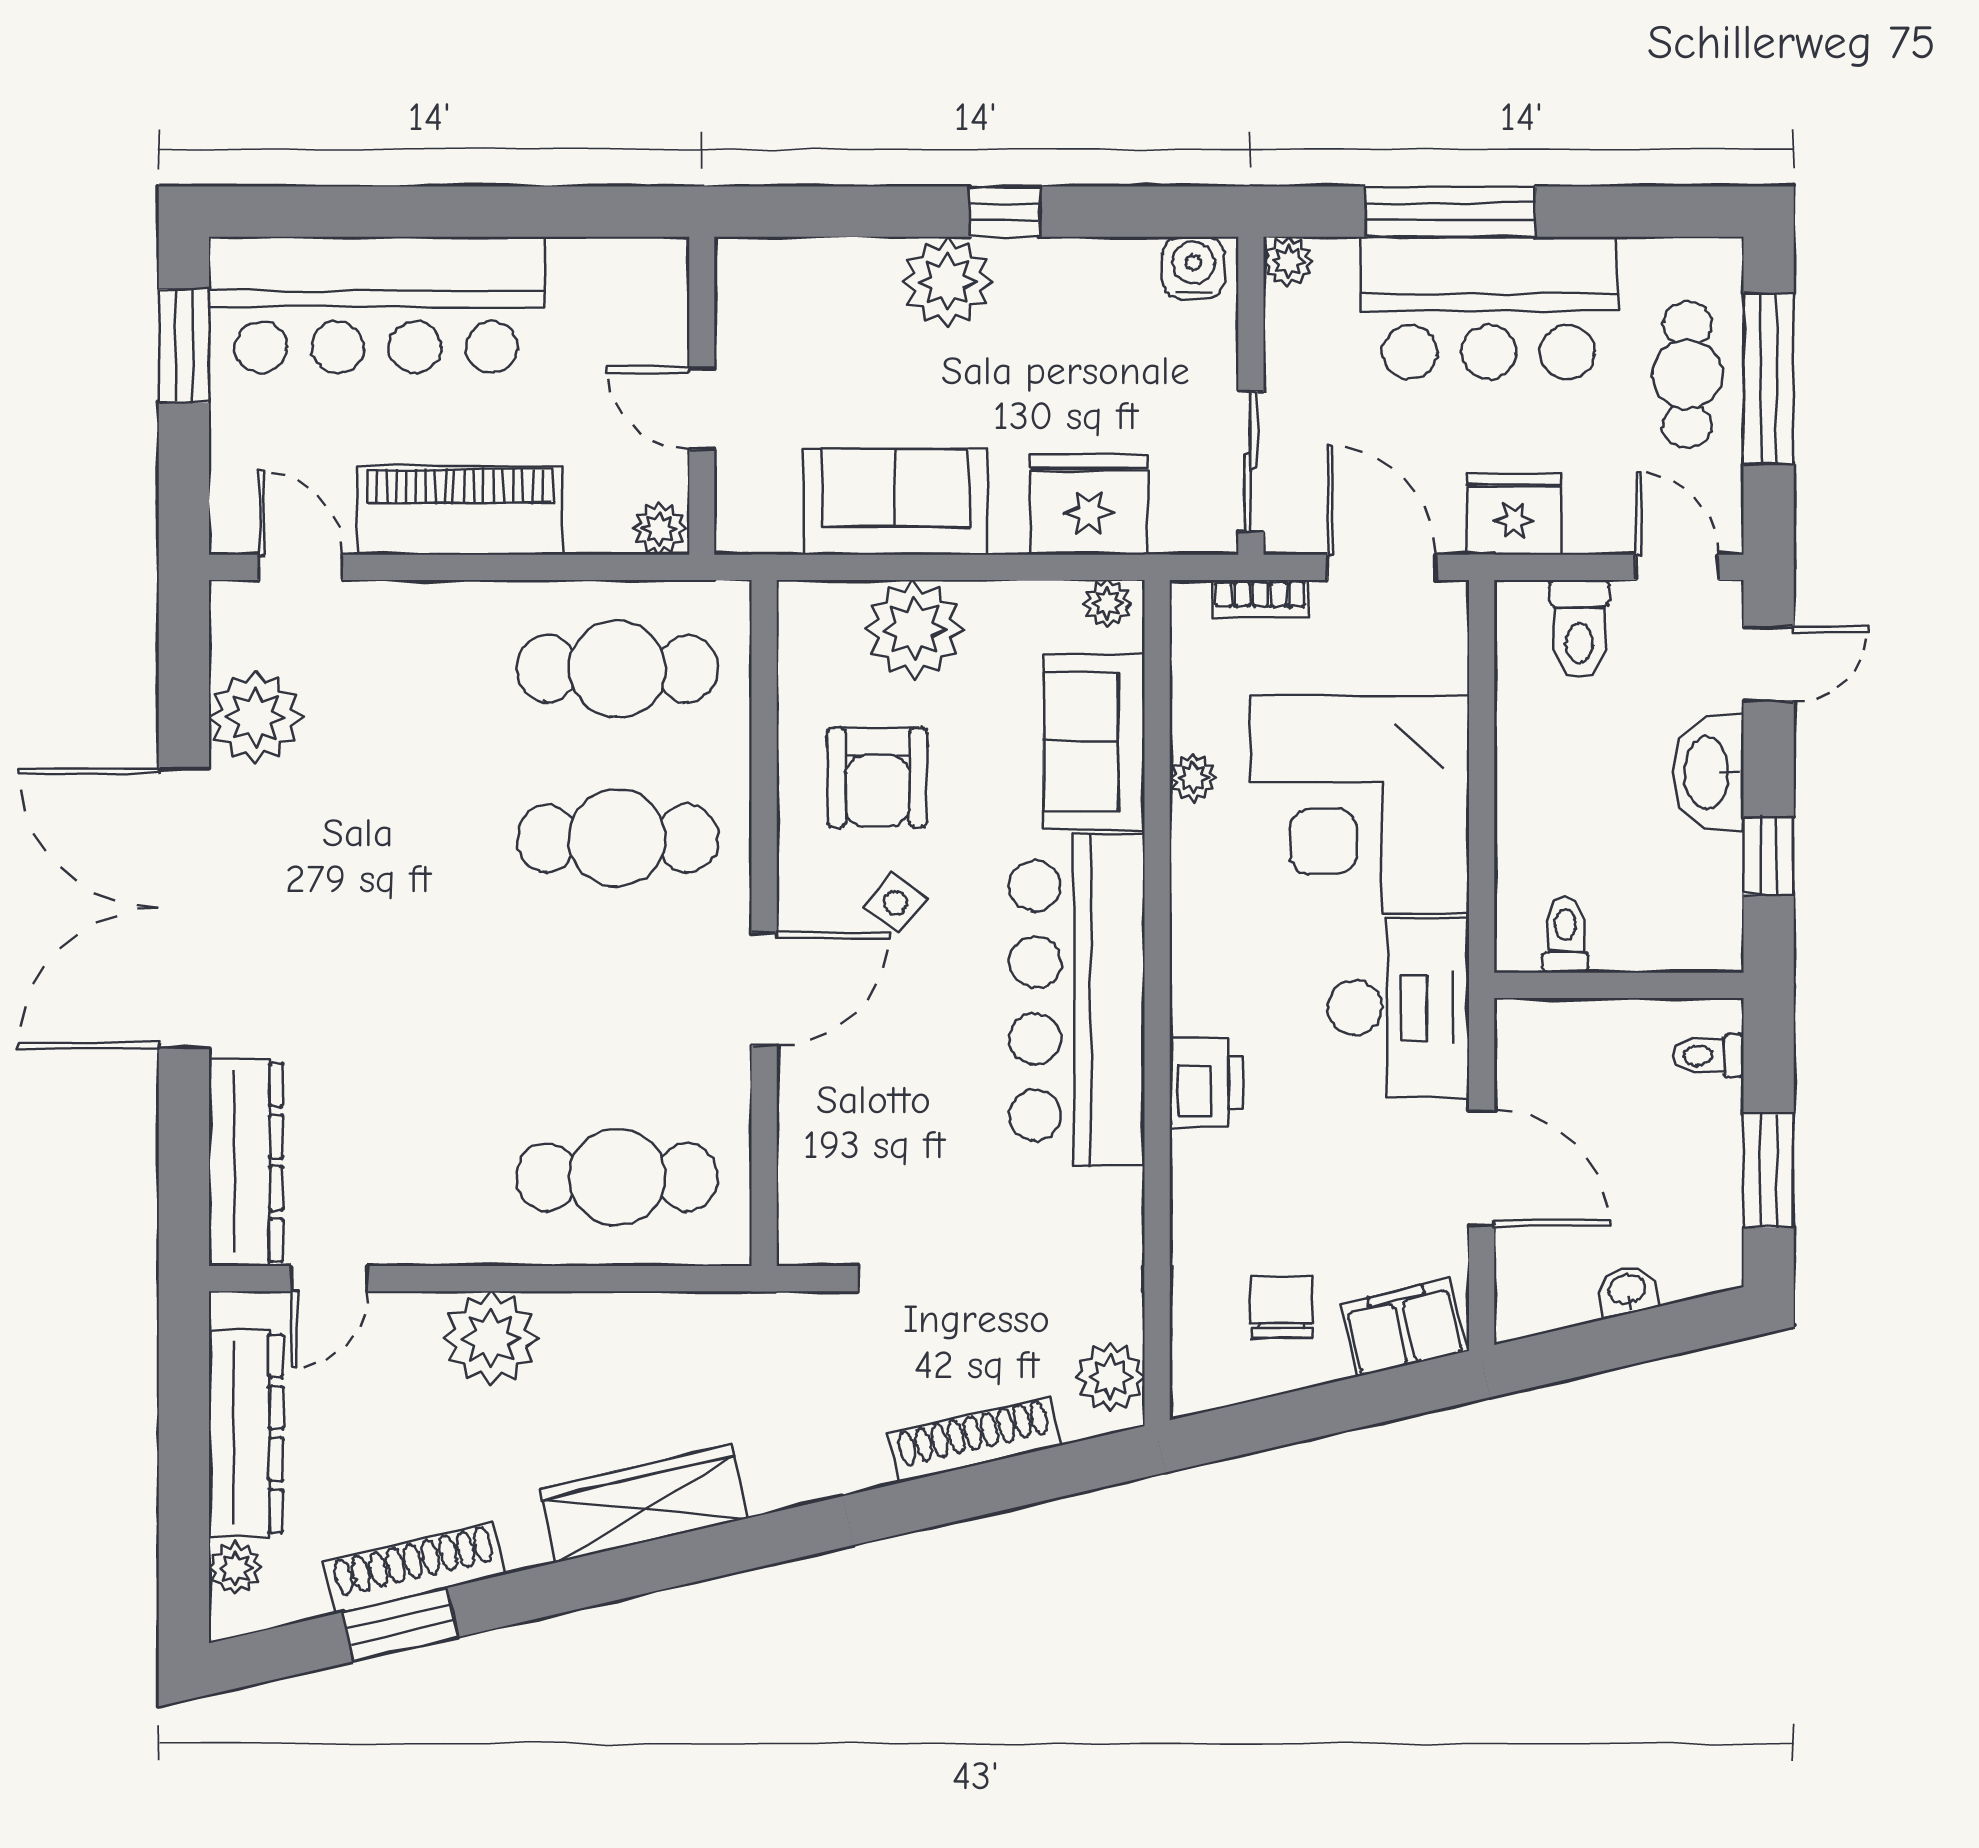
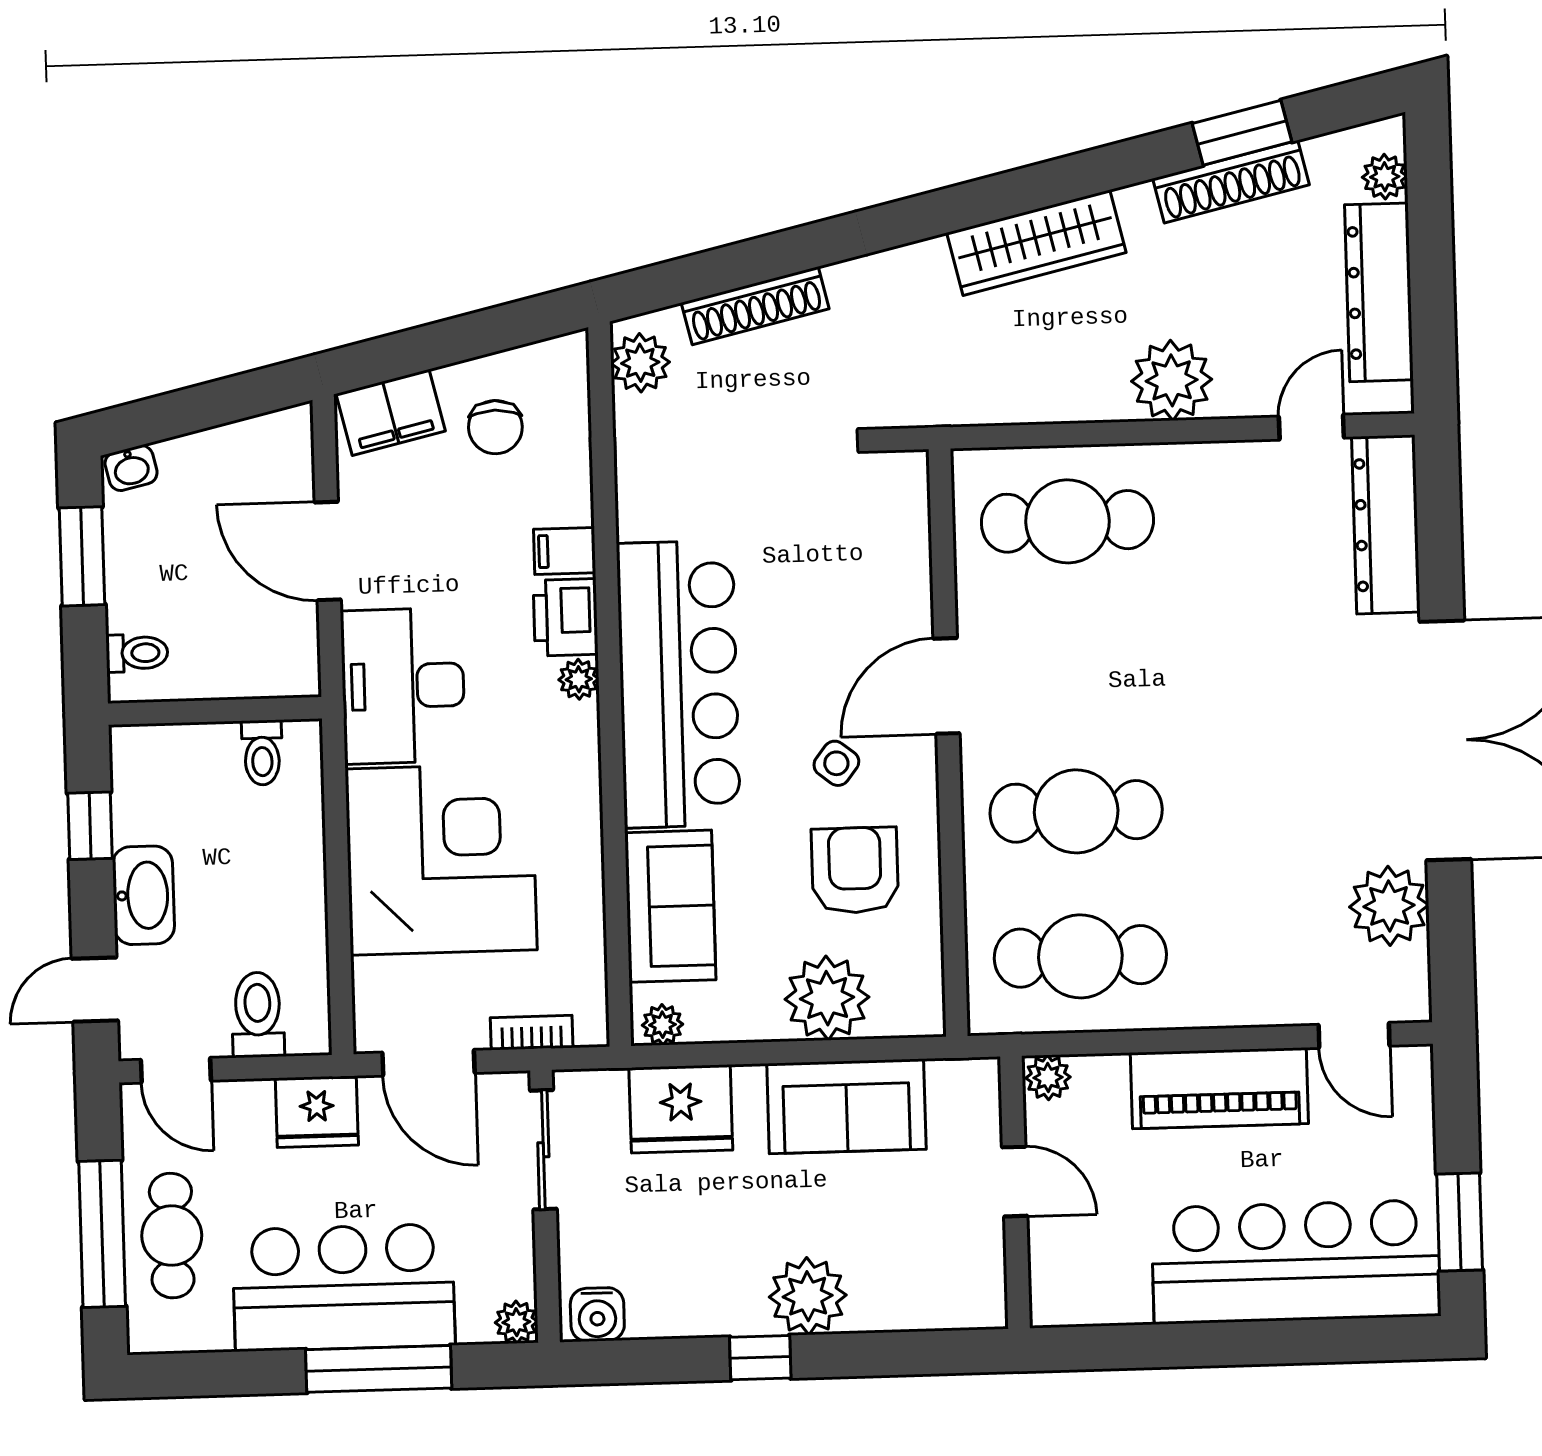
plant: (1193, 778) -> (579, 679), moved
filing cabinet: (1205, 1160) -> (565, 551), added
washbasin: (1627, 1291) -> (131, 468), moved

